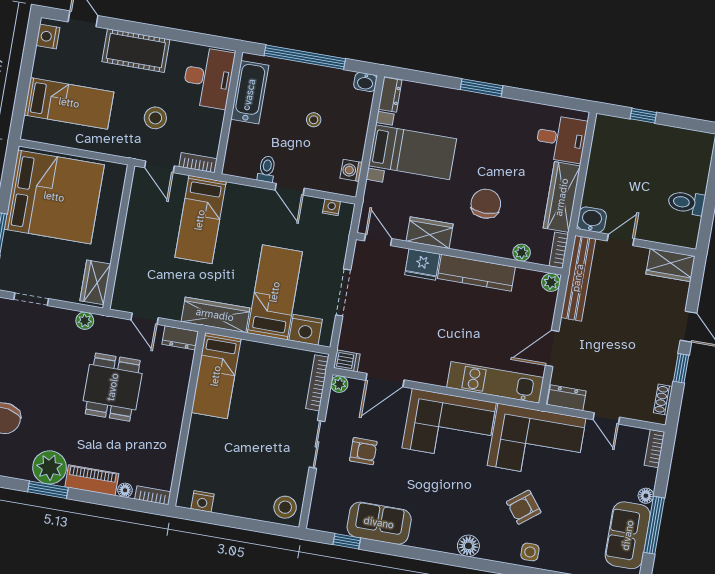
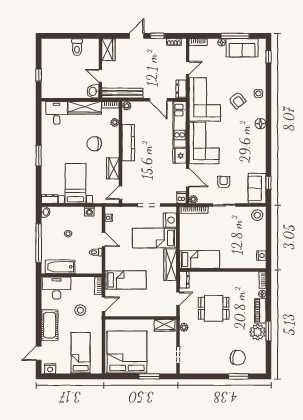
door: (290, 189) -> (104, 239), hinge flipped
fridge: (422, 264) -> (179, 156), moved, turned 180
sofa: (379, 523) -> (257, 188), moved

